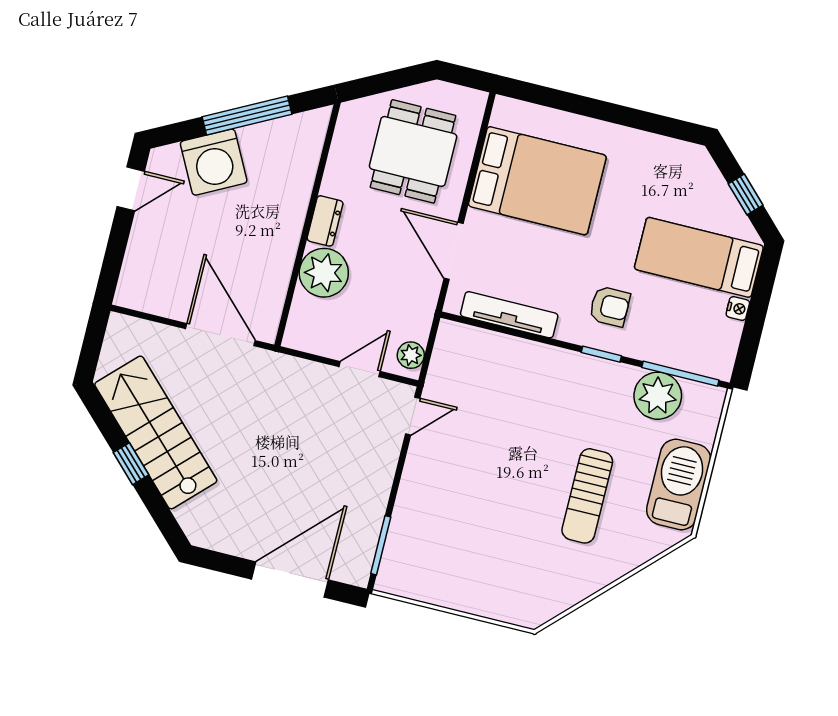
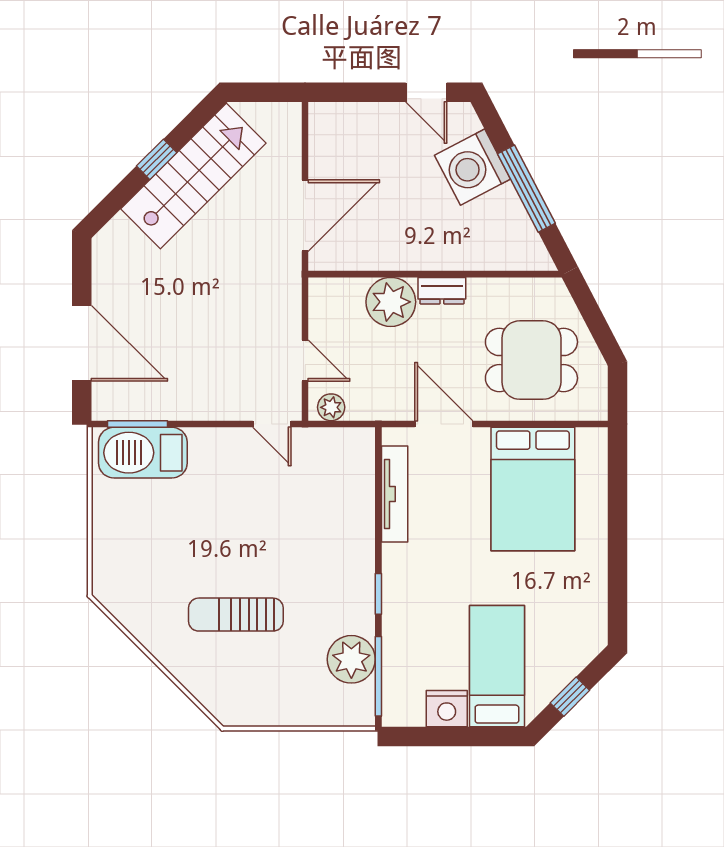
door: (454, 251) -> (444, 424), hinge flipped
armchair: (610, 306) -> (427, 591), removed
nightstand: (738, 308) -> (447, 709), width x1.89, depth x1.79
barbecue: (679, 484) -> (143, 453), moved, turned 180

